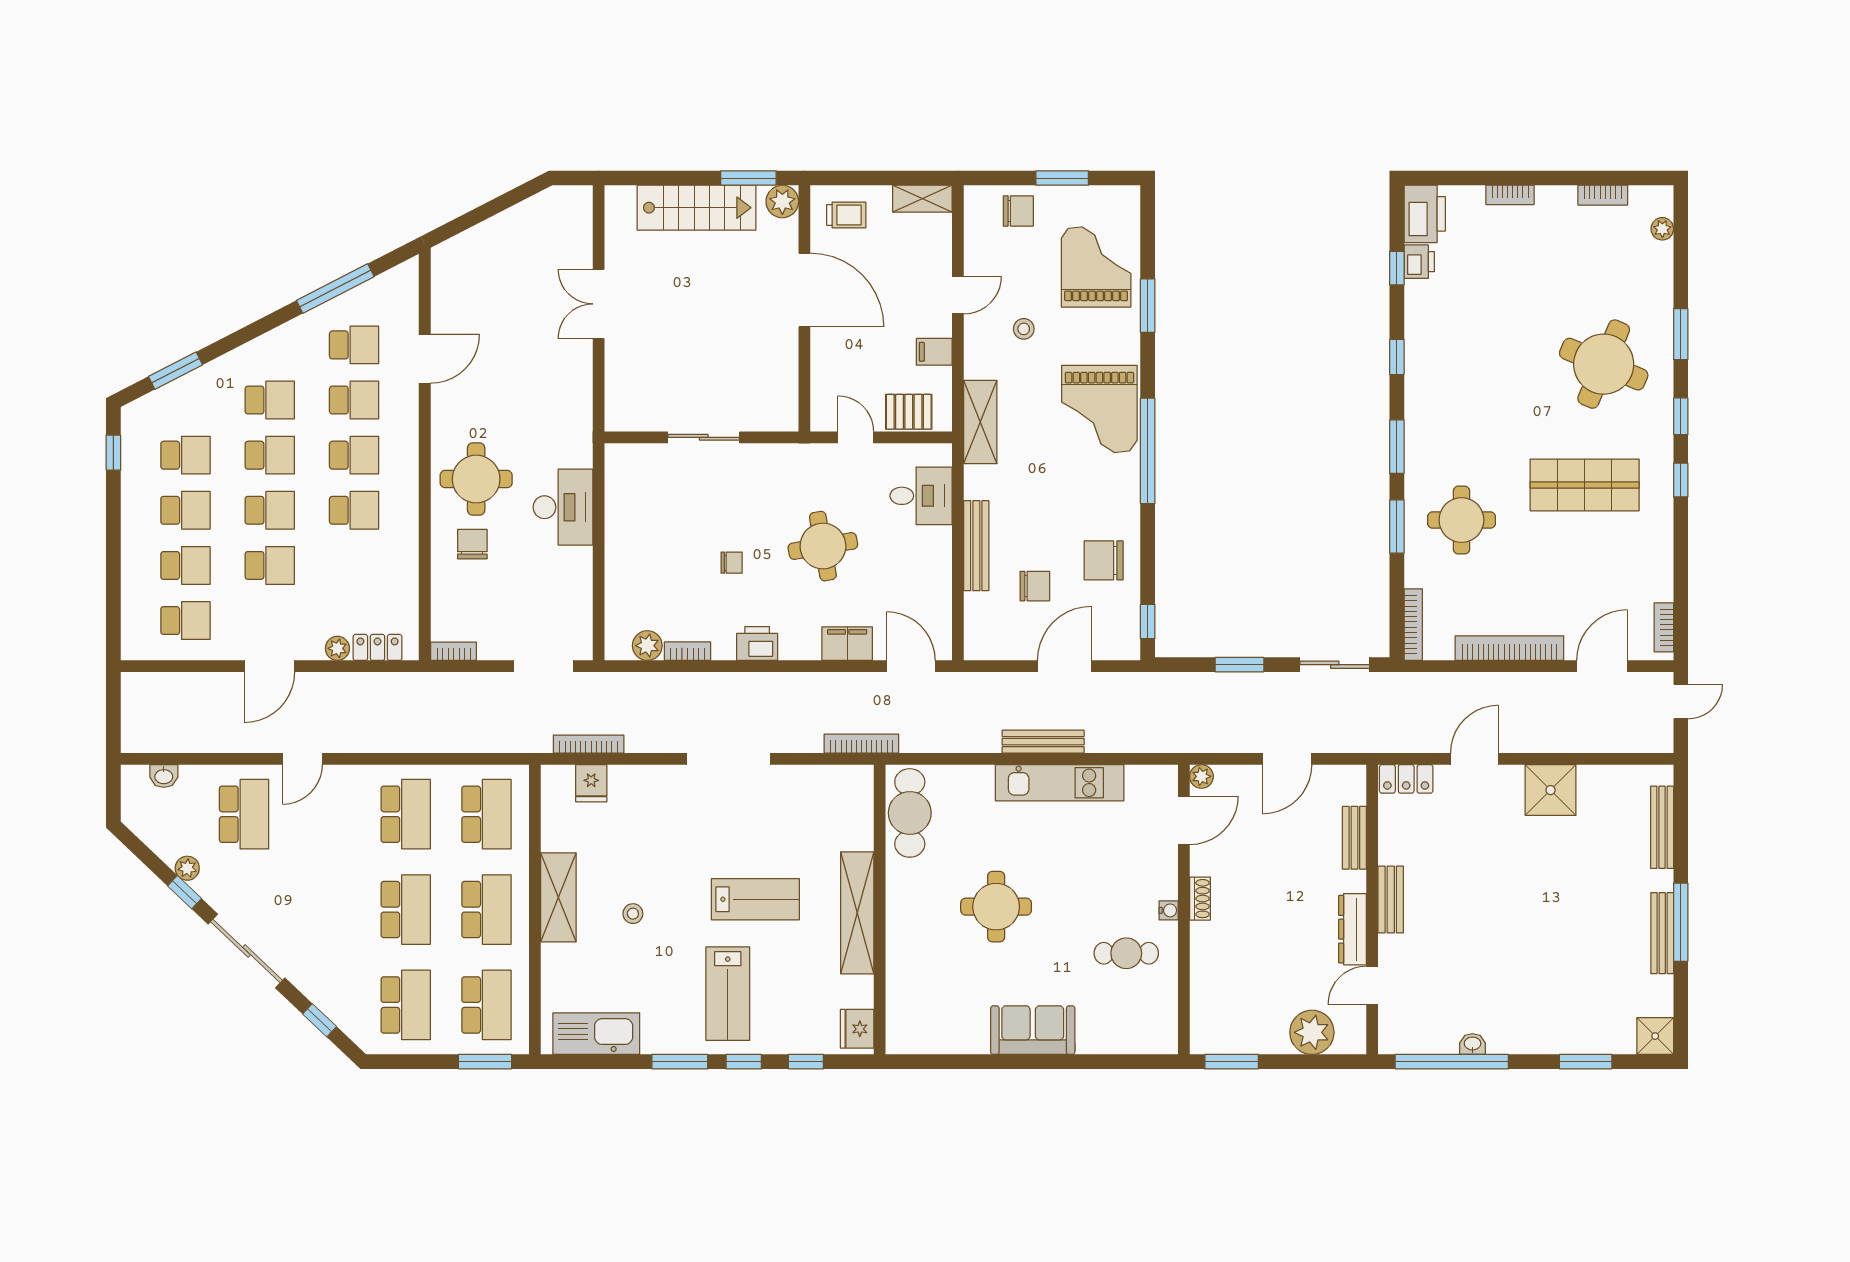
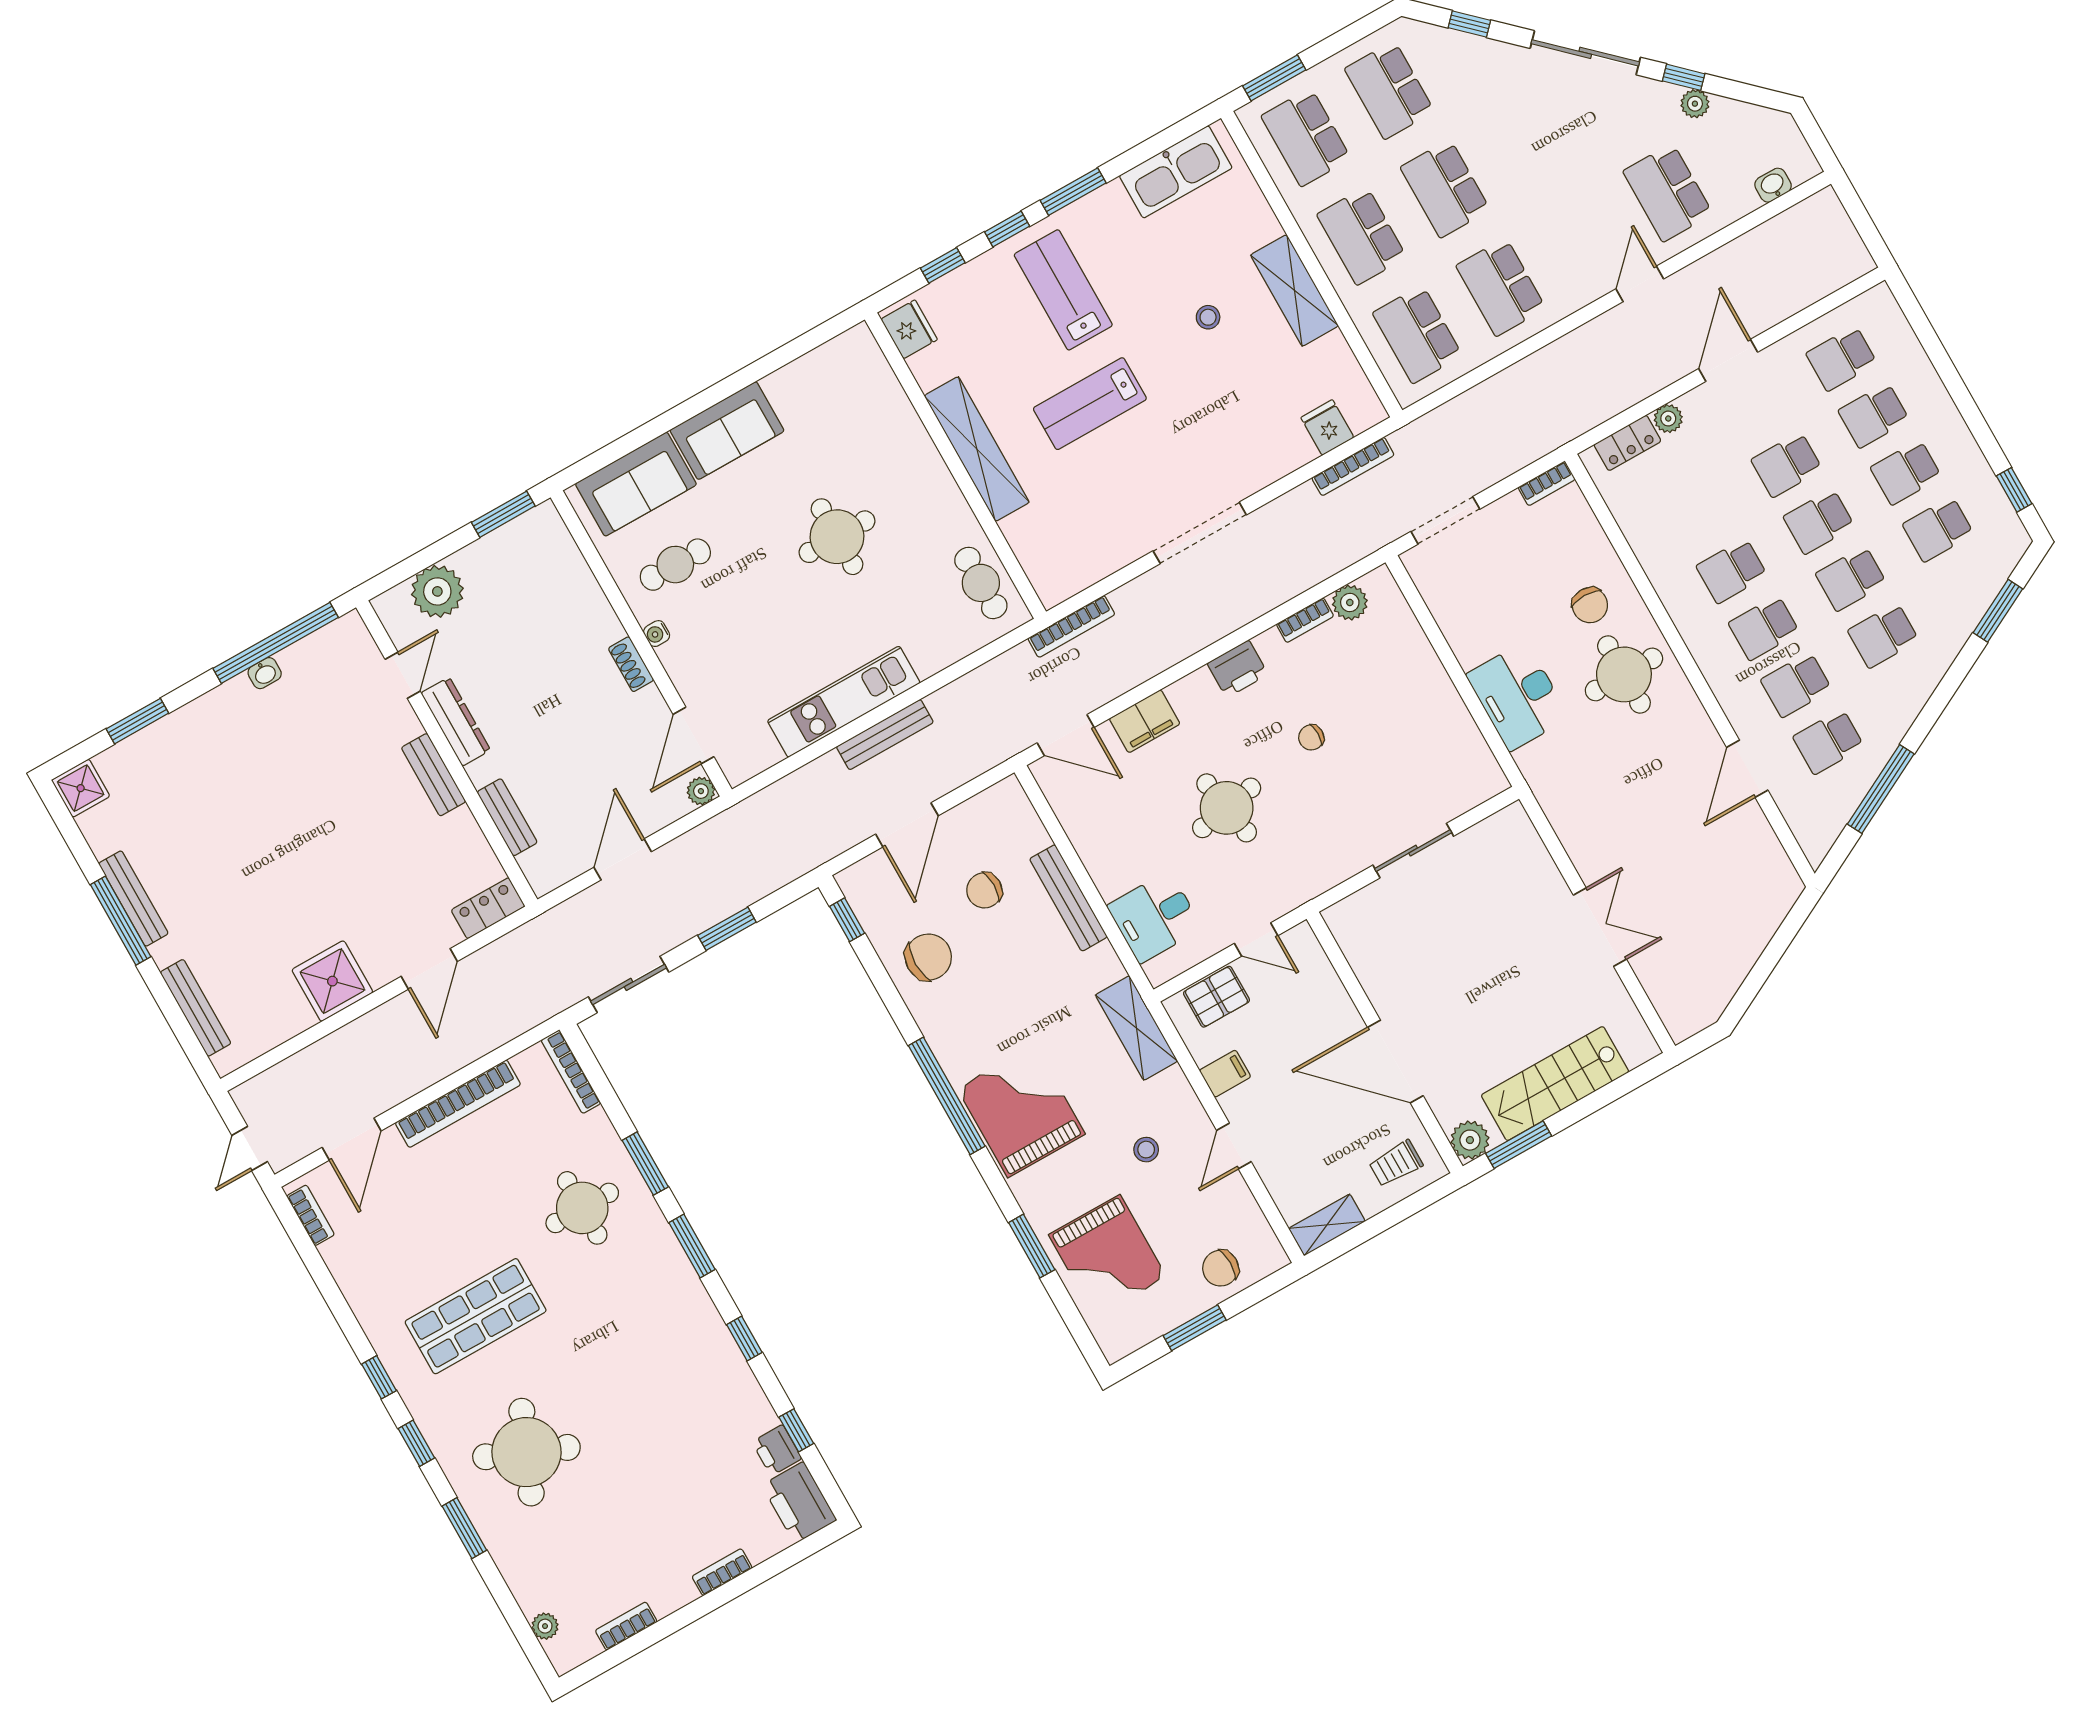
cafe table: (910, 813) -> (981, 583), width x0.73, depth x0.74
sofa: (1122, 1029) -> (636, 484), added

